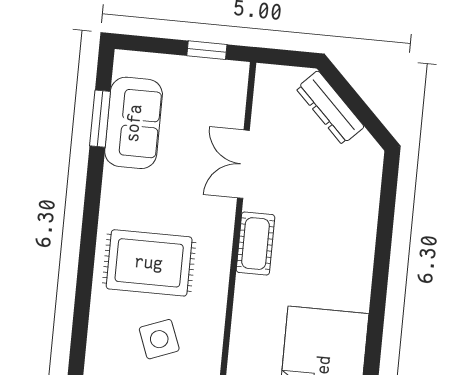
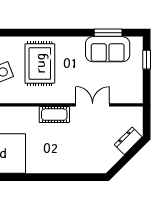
window: (207, 50) -> (147, 60), moved
dresser: (330, 108) -> (128, 141), width x0.70

